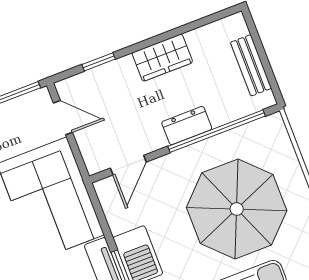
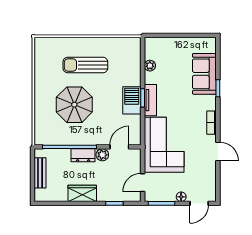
door: (63, 118) -> (143, 183), hinge flipped
plant: (153, 140) -> (102, 155), added
parasol: (237, 209) -> (74, 105), width x0.73, depth x0.73

